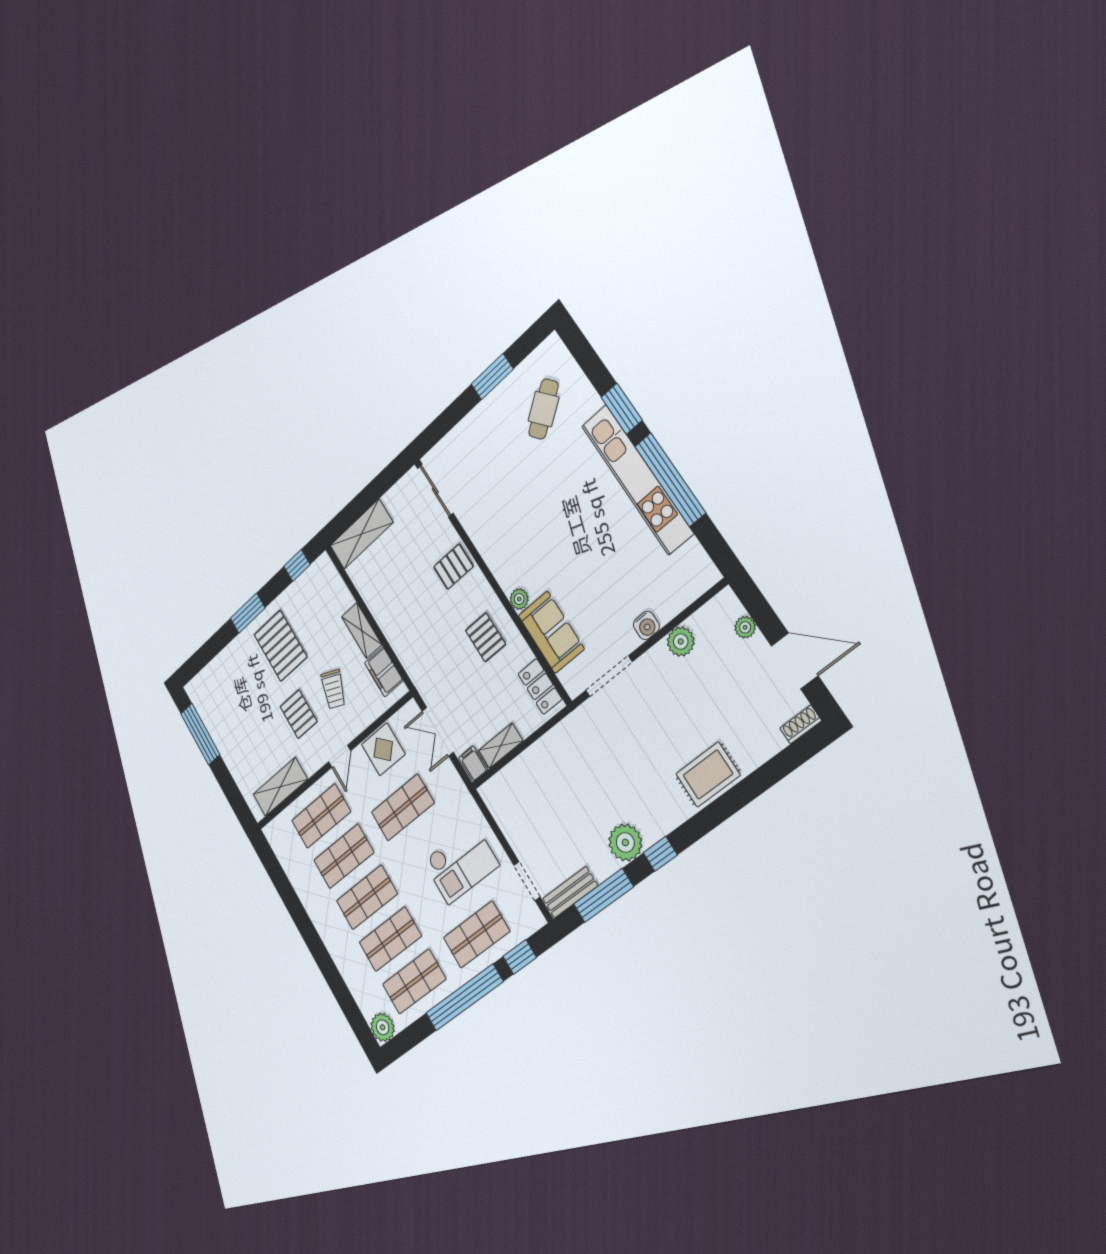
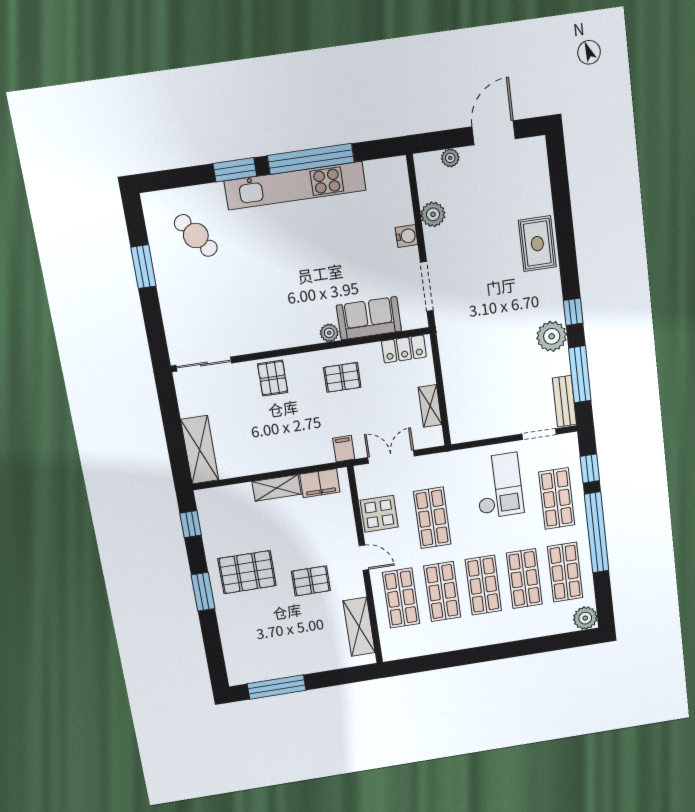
trolley: (333, 689) -> (309, 538), removed
shoe rack: (801, 724) -> (539, 152), removed
double door: (438, 732) -> (391, 457), swing flipped
filing cabinet: (473, 764) -> (344, 449), moved, turned 90

